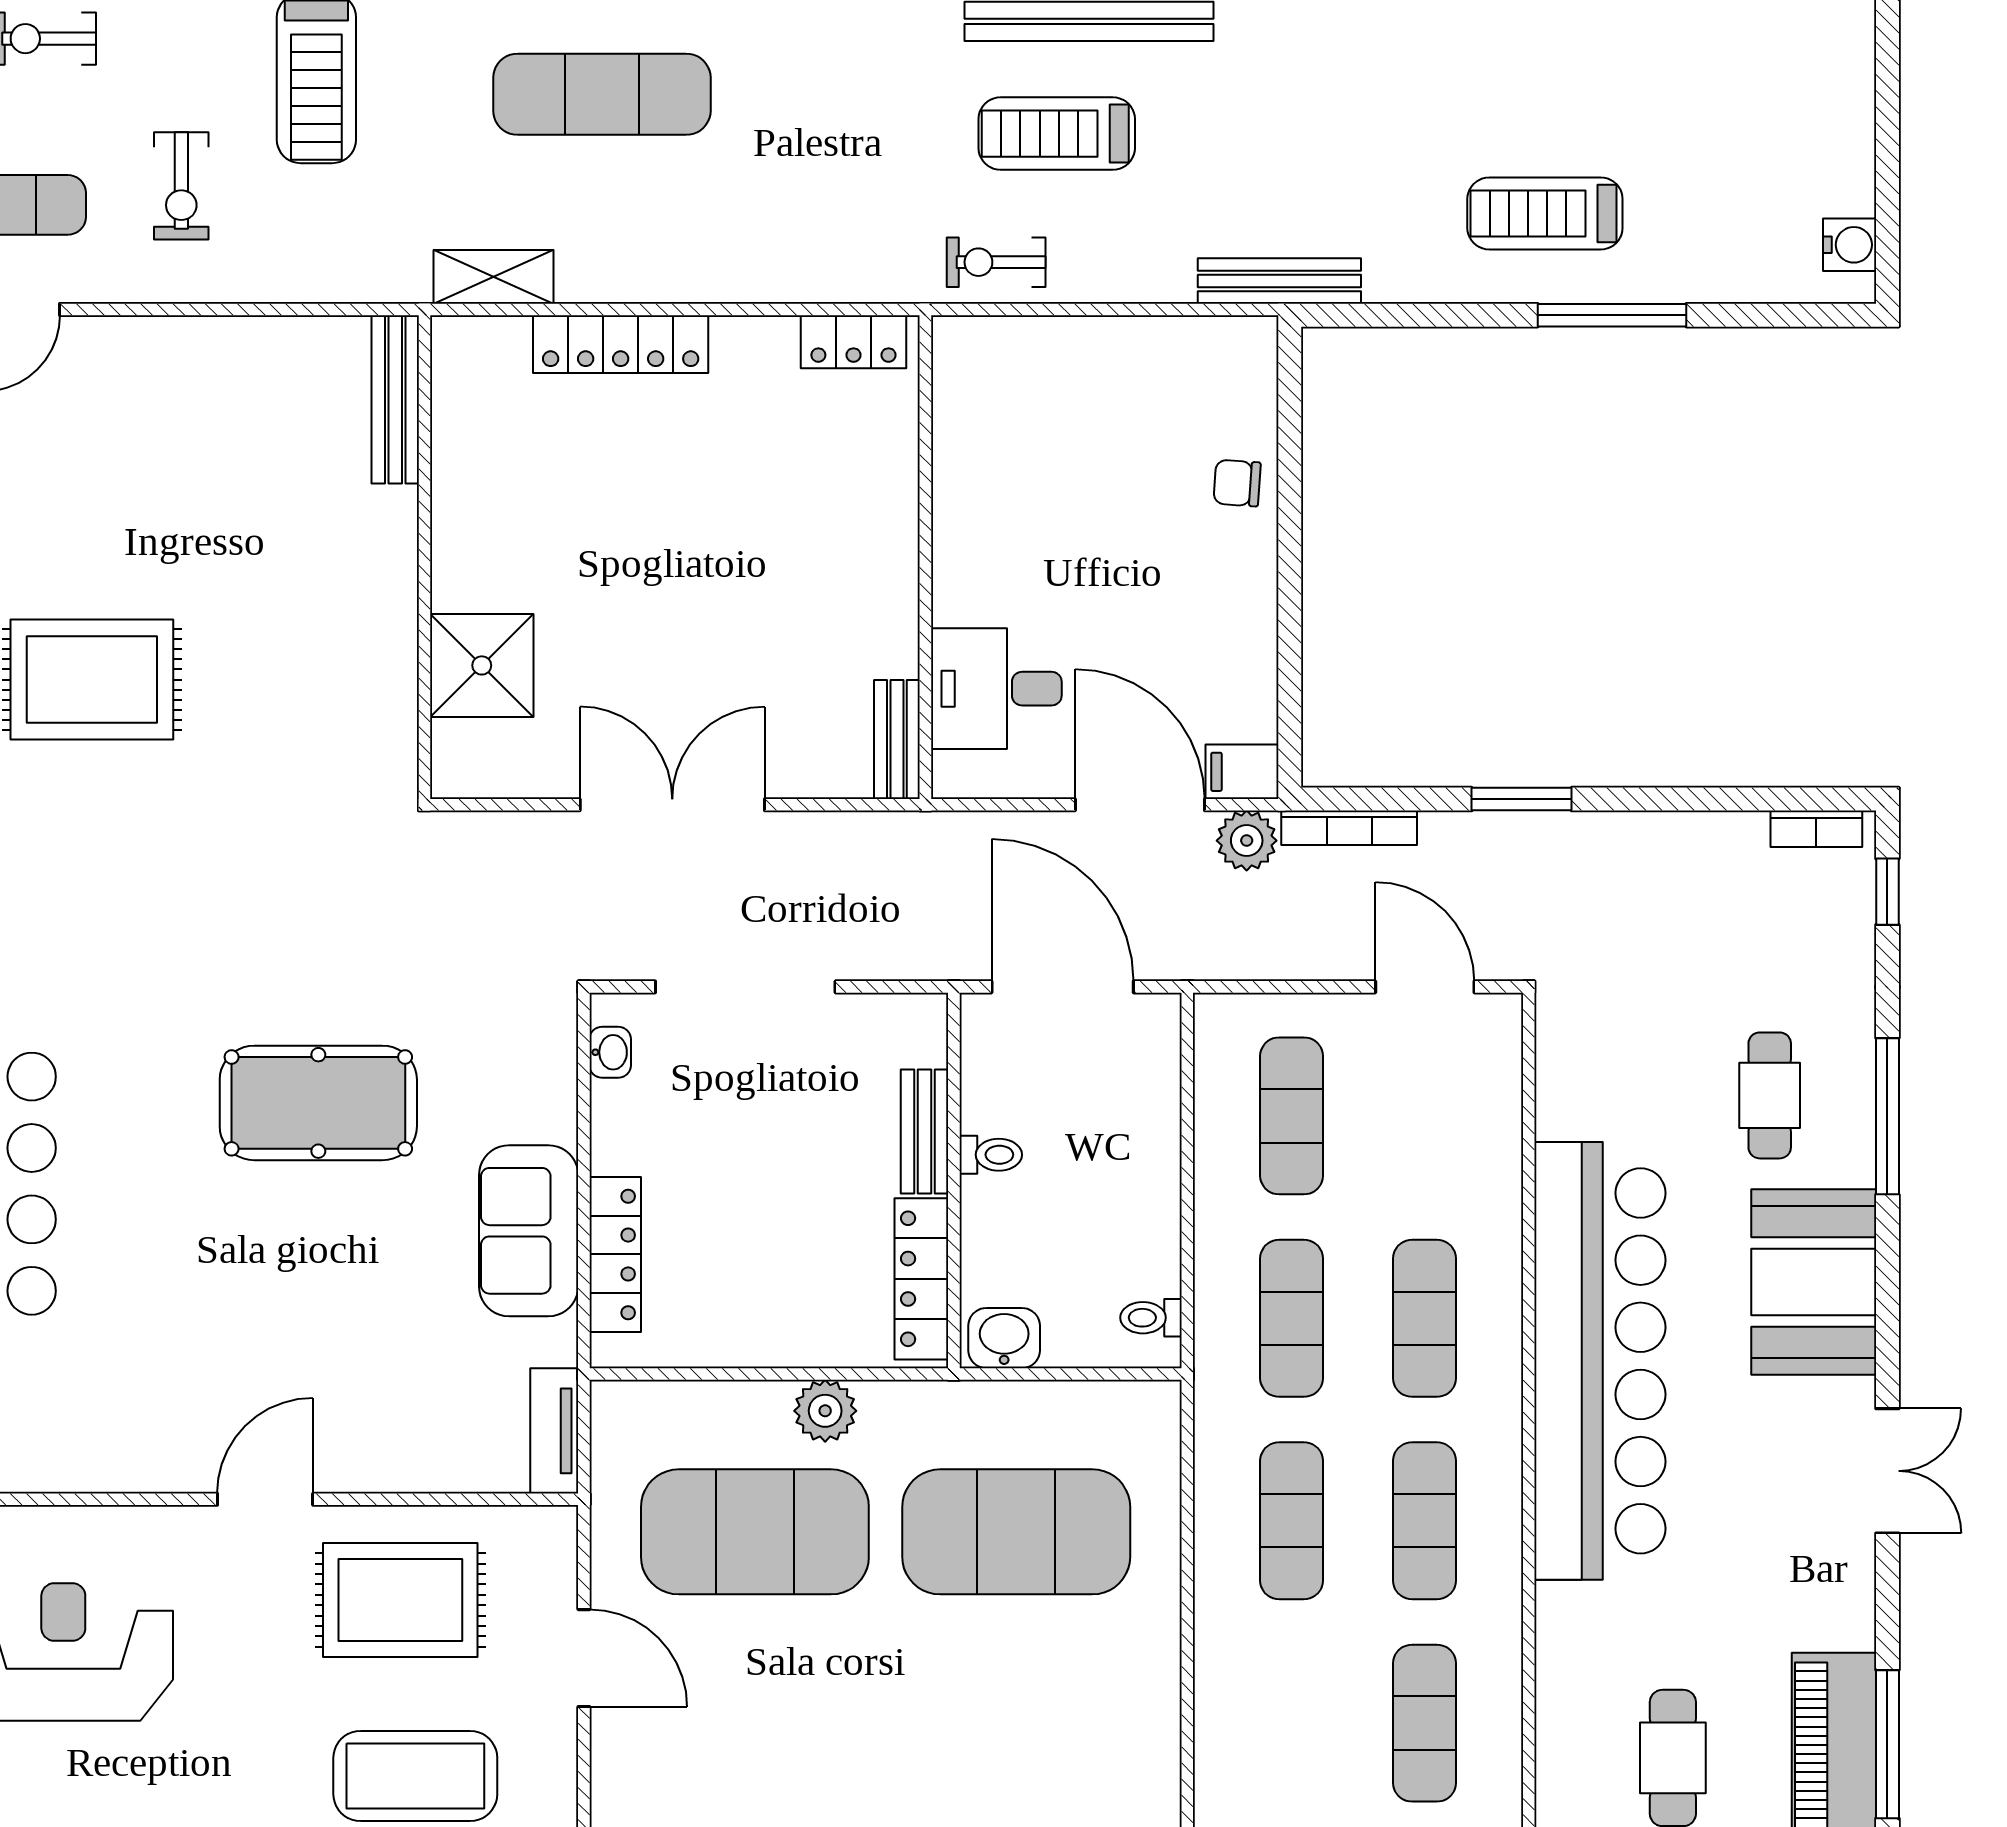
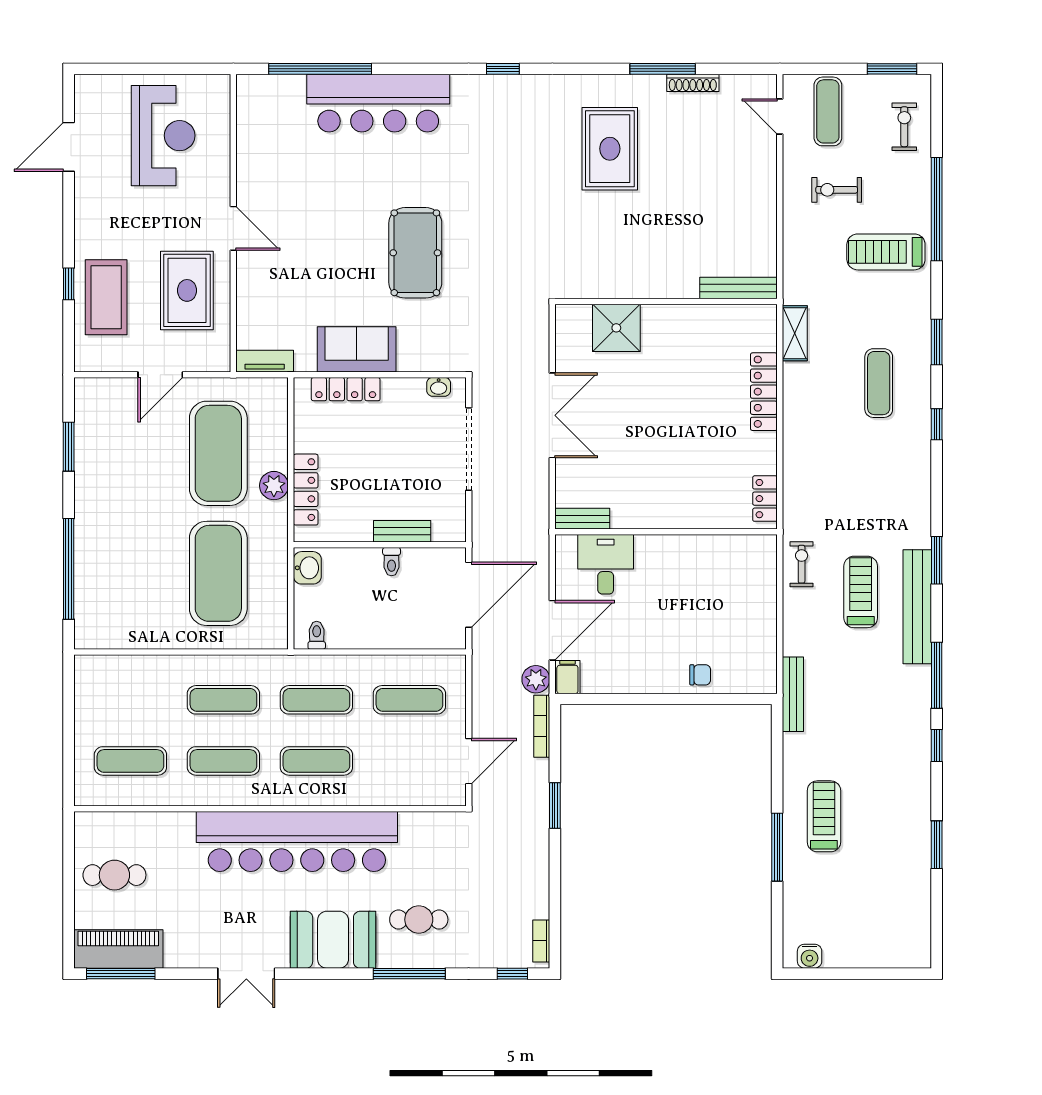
exercise mat: (602, 94) -> (879, 383), width x0.73, depth x0.69
chair: (1237, 483) -> (700, 675), turned 86
locker: (921, 1279) -> (306, 490), moved, turned 90

